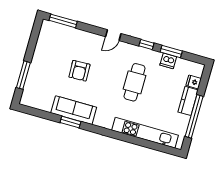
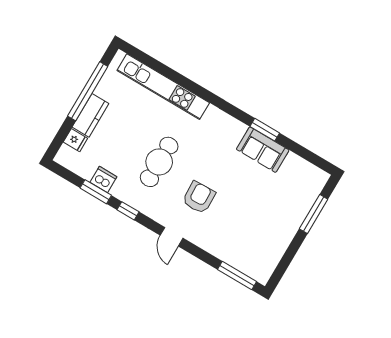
door: (113, 35) -> (172, 237), swing flipped
armchair: (79, 71) -> (199, 197), moved
sofa: (74, 110) -> (263, 150), width x0.73

